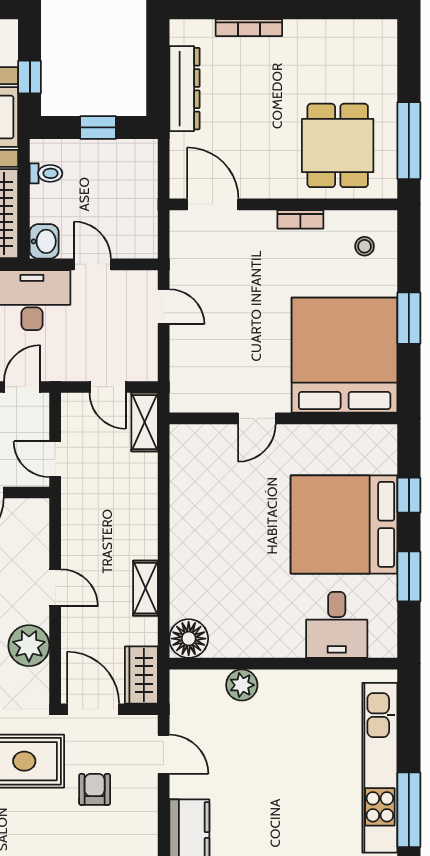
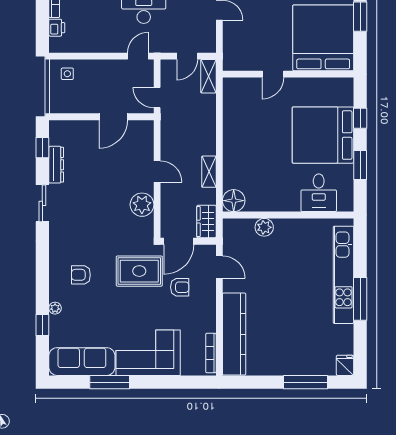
door: (108, 387) -> (187, 56), hinge flipped
door: (93, 709) -> (179, 241), swing flipped
armchair: (95, 789) -> (180, 287), turned 90

